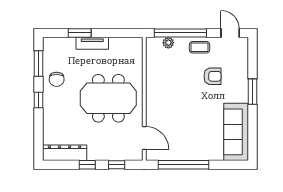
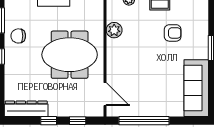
plant: (153, 73) -> (114, 30), added
chair: (57, 79) -> (18, 36), turned 90

